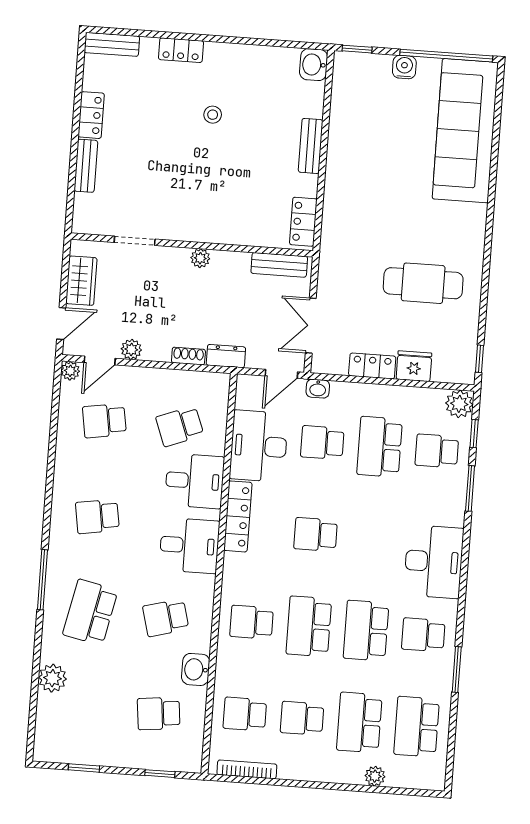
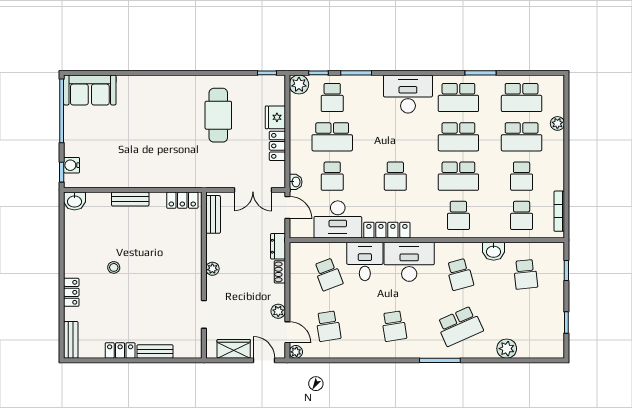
water cooler: (404, 67) -> (72, 165), moved
sofa: (465, 131) -> (90, 90), width x0.54, depth x0.79
desk: (189, 545) -> (409, 262), width x1.37
school desk: (90, 612) -> (460, 326), turned -36
school desk: (423, 635) -> (458, 97), width x1.85

